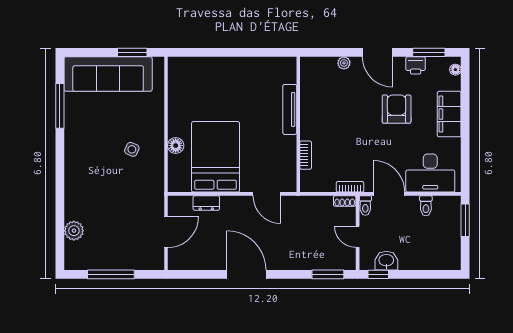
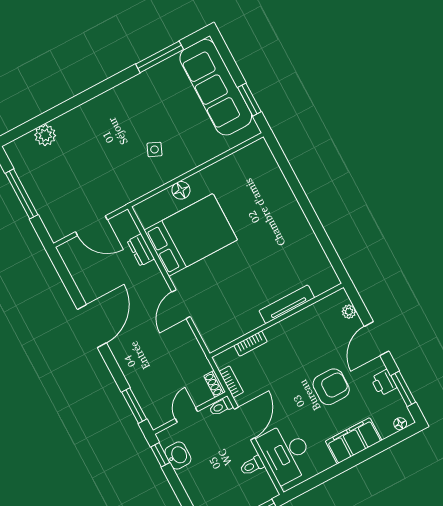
tv unit: (290, 109) -> (287, 304), moved
wall: (298, 124) -> (277, 320), moved
bookcase: (306, 155) -> (250, 344), moved

